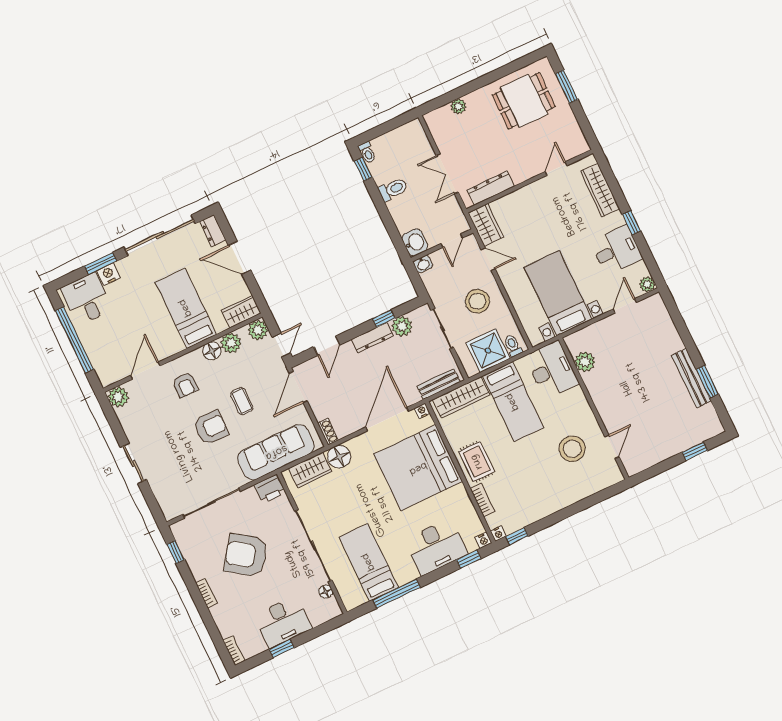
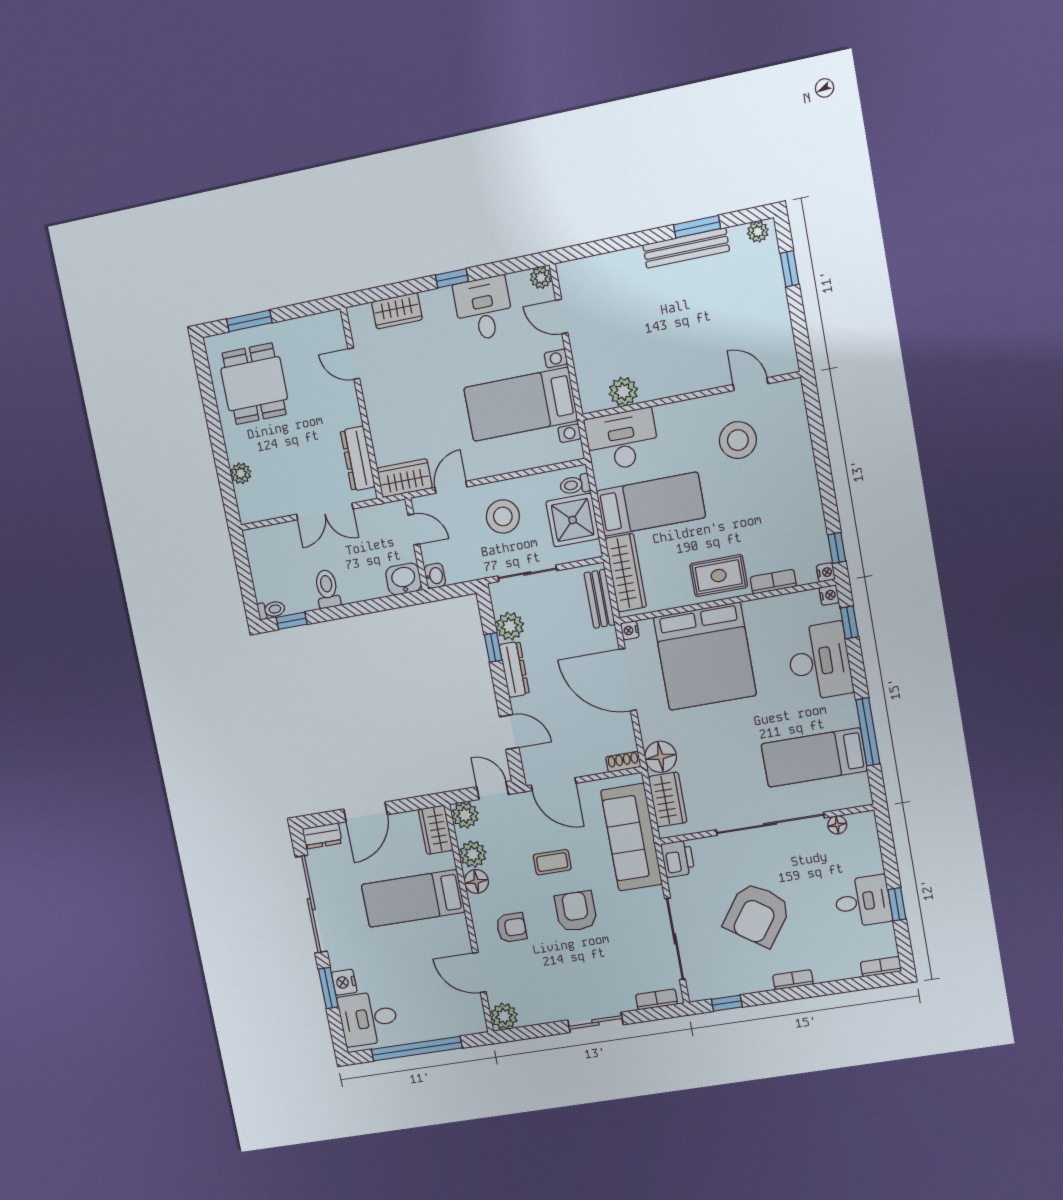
wardrobe: (600, 190) -> (397, 311), width x0.67
plant: (714, 423) -> (758, 232), added
bookcase: (163, 502) -> (657, 999), added
desk: (283, 622) -> (863, 901), width x0.73

